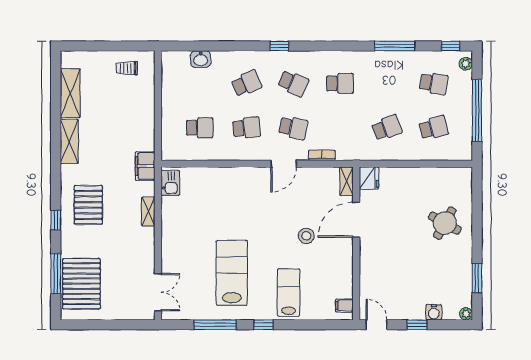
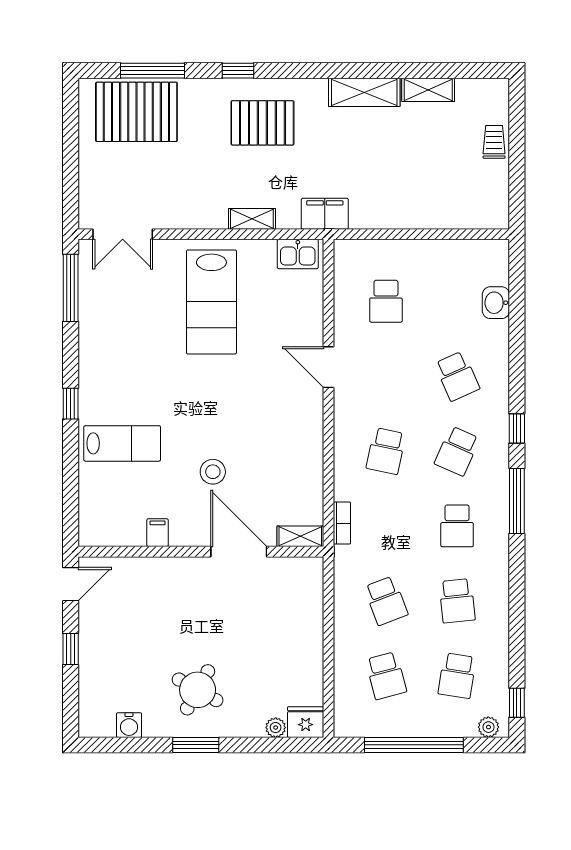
window: (395, 46) -> (517, 501), moved
trolley: (127, 68) -> (494, 142), moved
shelving: (70, 93) -> (428, 90), width x0.67, depth x0.75
school desk: (247, 128) -> (457, 601), moved
bookcase: (322, 155) -> (342, 523), moved
door: (284, 164) -> (329, 367), moved
fridge: (369, 178) -> (306, 722), moved, turned 180
round table: (445, 223) -> (198, 690), moved
lab bench: (232, 273) -> (211, 302), moved, turned 90
window: (477, 278) -> (196, 745), moved
filing cabinet: (344, 305) -> (158, 533), moved
water cooler: (434, 312) -> (129, 725), moved, turned -90
plant: (466, 314) -> (276, 728), moved
window: (215, 325) -> (71, 288), moved

